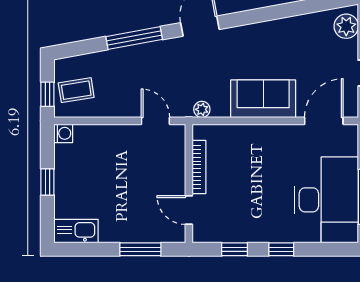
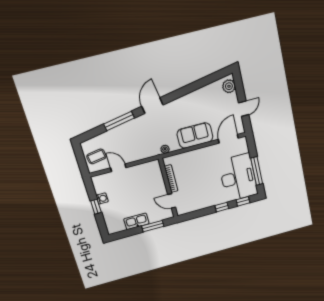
window: (47, 94) -> (82, 163), removed
door: (155, 121) -> (118, 168), moved
washing machine: (63, 133) -> (102, 198), moved
kitchen sink: (76, 231) -> (136, 221), moved
window: (235, 249) -> (243, 201), moved

